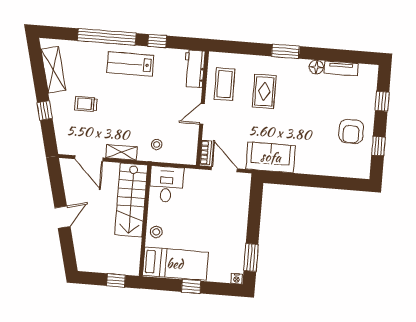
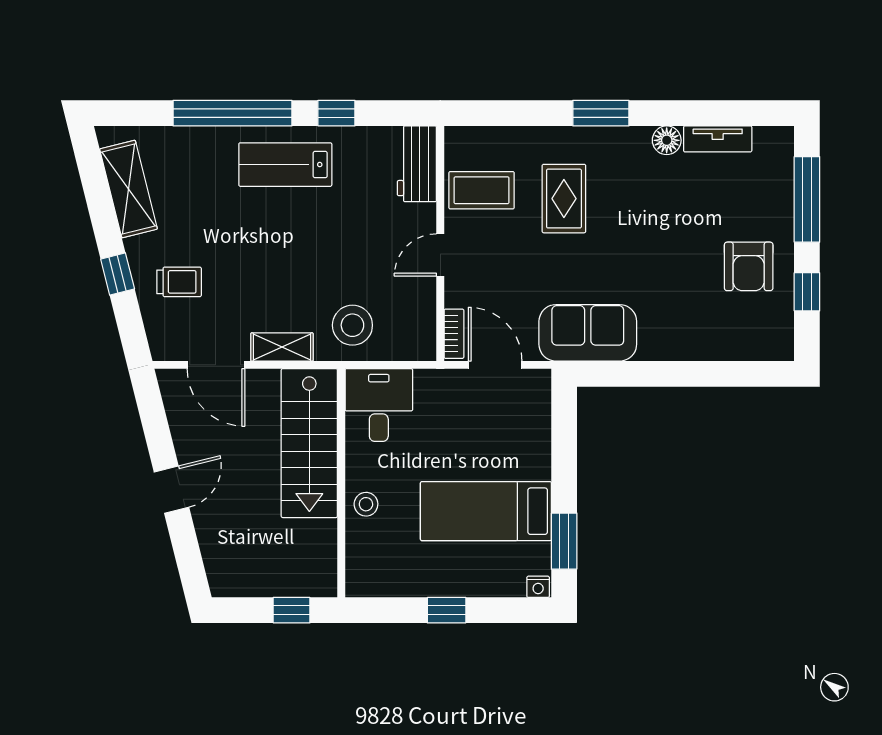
coffee table: (225, 84) -> (482, 190), turned 90
window: (382, 101) -> (807, 199), width x2.17
trolley: (86, 104) -> (179, 282), moved, turned 180
stool: (157, 145) -> (352, 325), width x1.89, depth x1.89
bed: (175, 264) -> (486, 511), moved, turned 180

